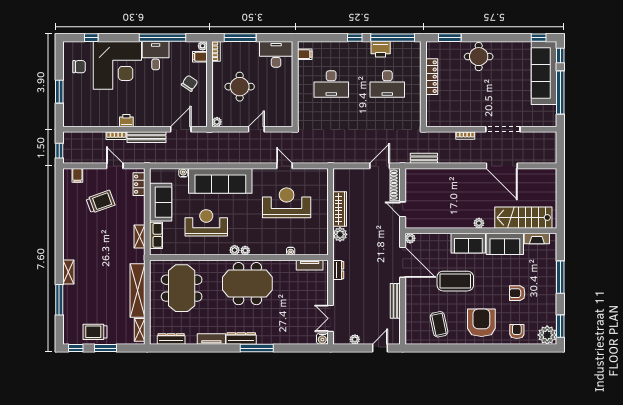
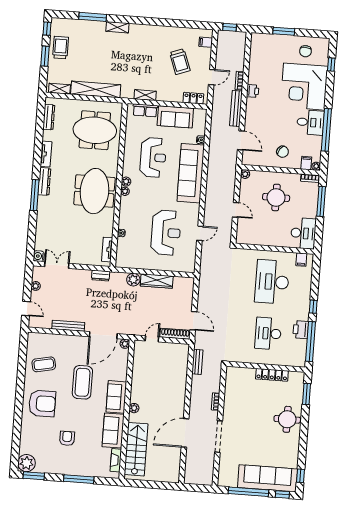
desk: (331, 84) -> (272, 282), width x1.36, depth x1.30
armchair: (517, 331) -> (32, 435), removed

